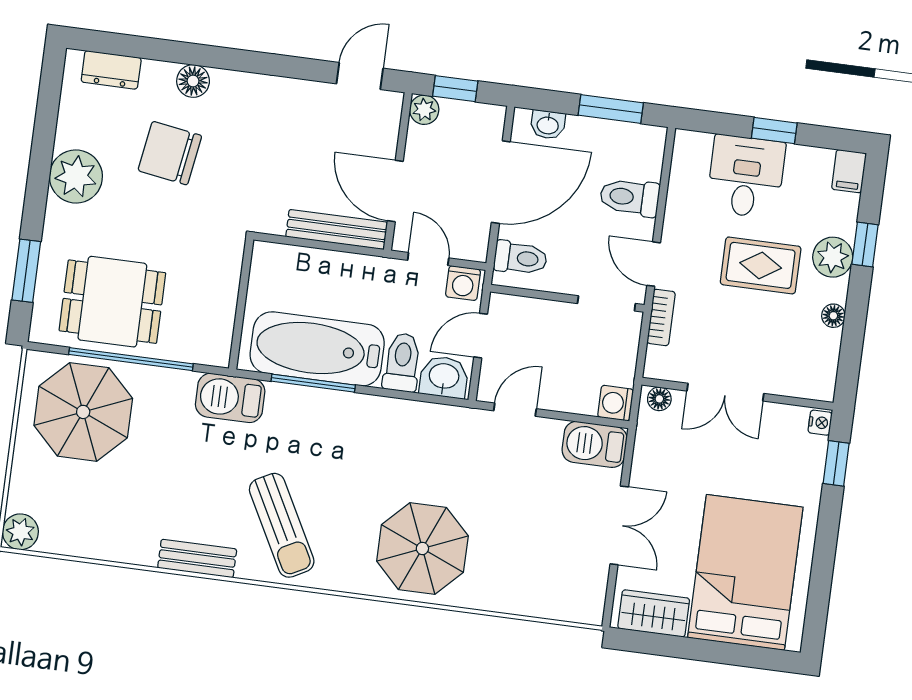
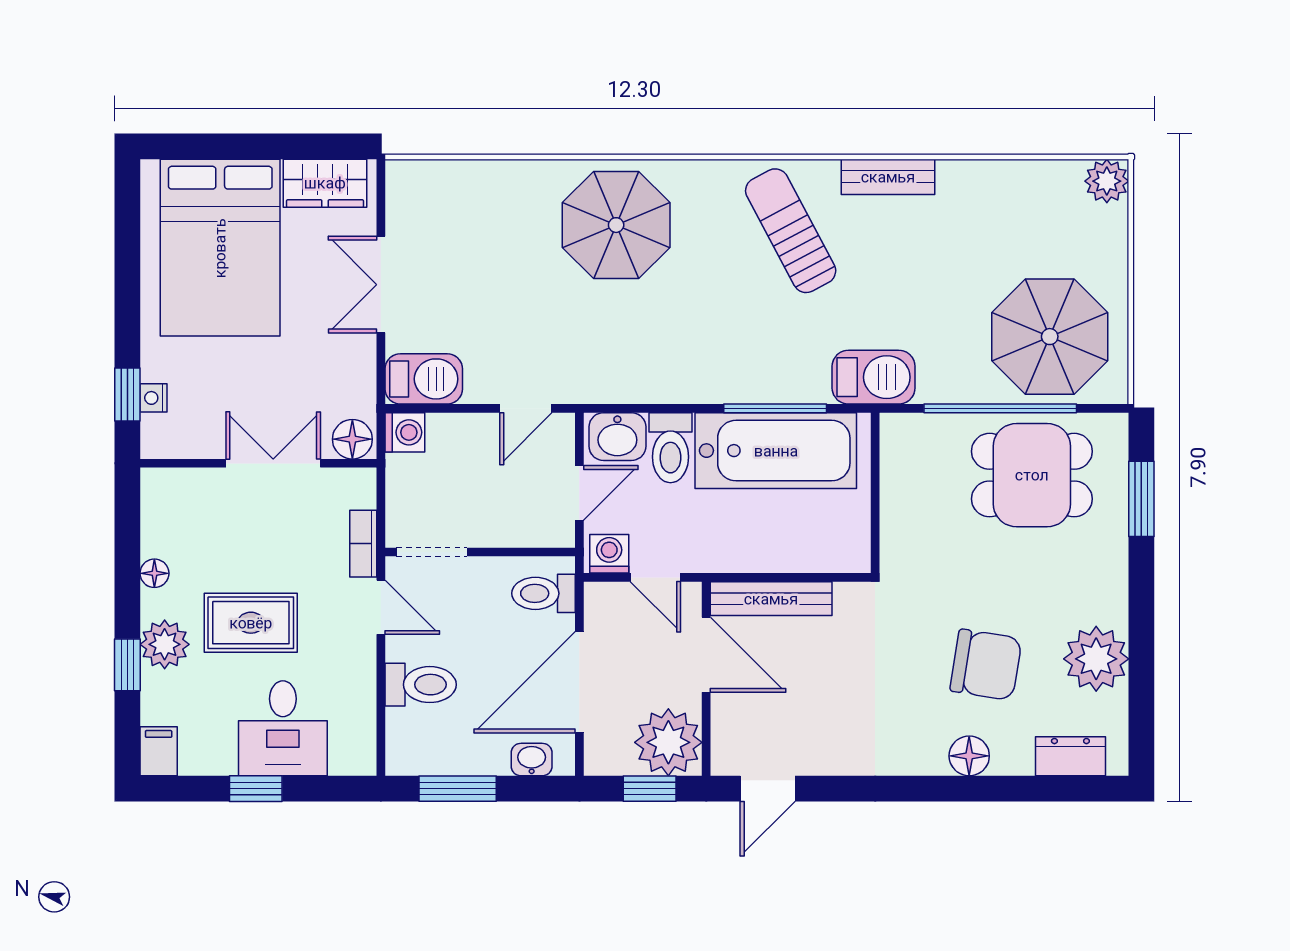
plant: (424, 110) -> (668, 742), width x1.88, depth x1.88
plant: (76, 176) -> (1096, 659), moved
floor lamp: (659, 399) -> (352, 439), width x1.37, depth x1.37
nightstand: (820, 423) -> (153, 398), moved

